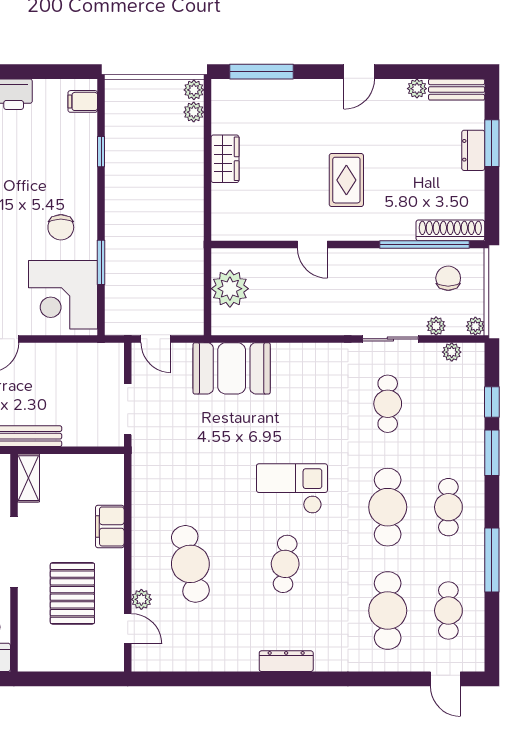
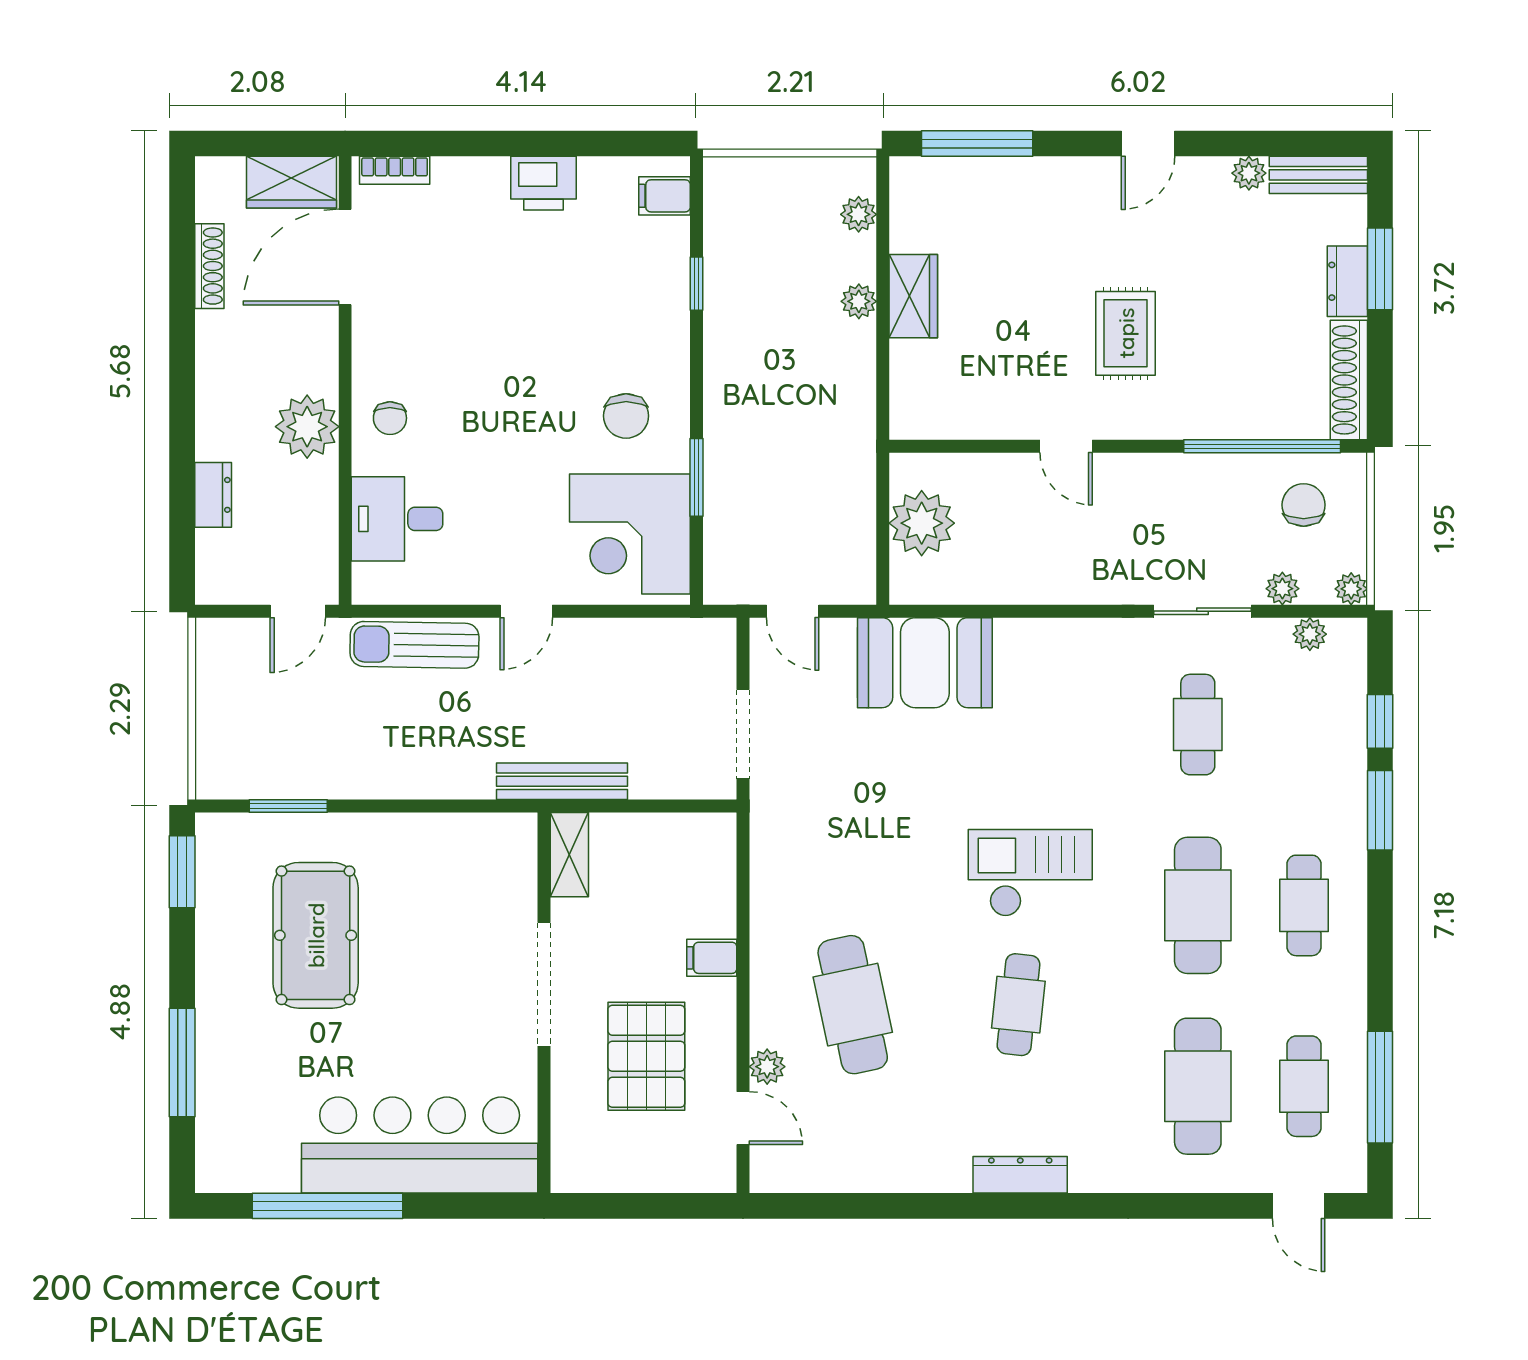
plant: (194, 90) -> (859, 301), moved
shoe rack: (450, 230) -> (1349, 380), moved, turned -90
filing cabinet: (110, 526) -> (712, 958), width x0.50
window: (492, 560) -> (1380, 1087), moved

